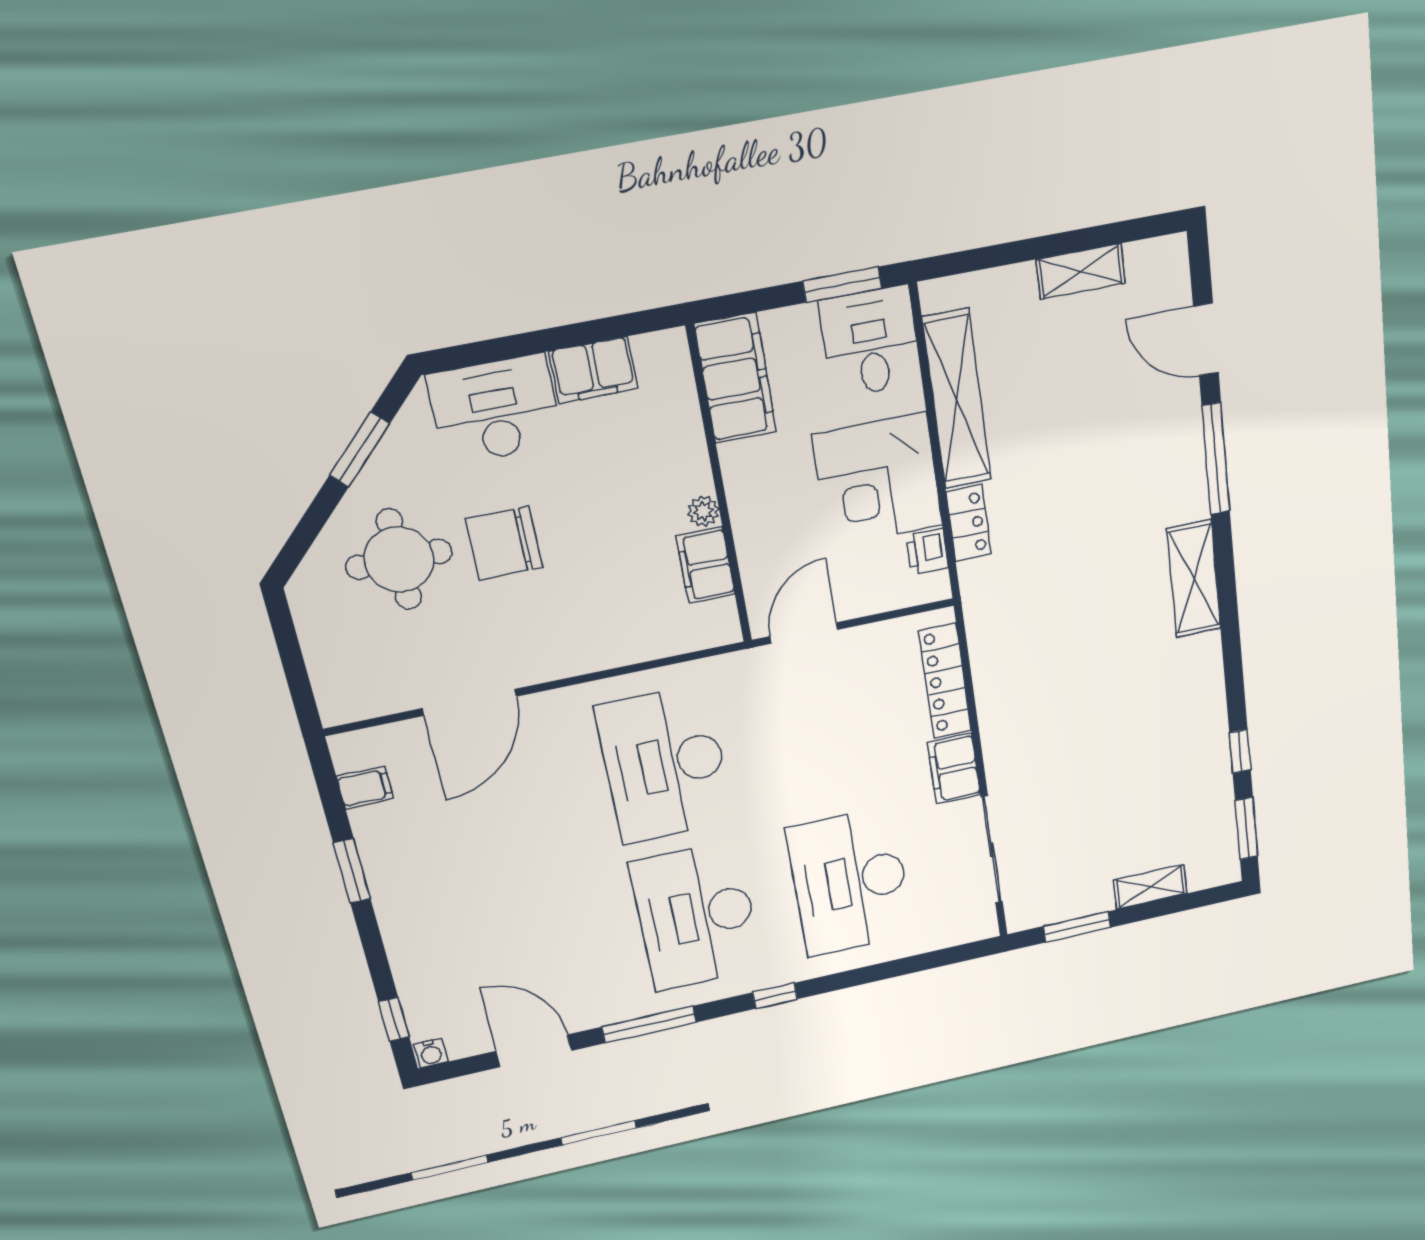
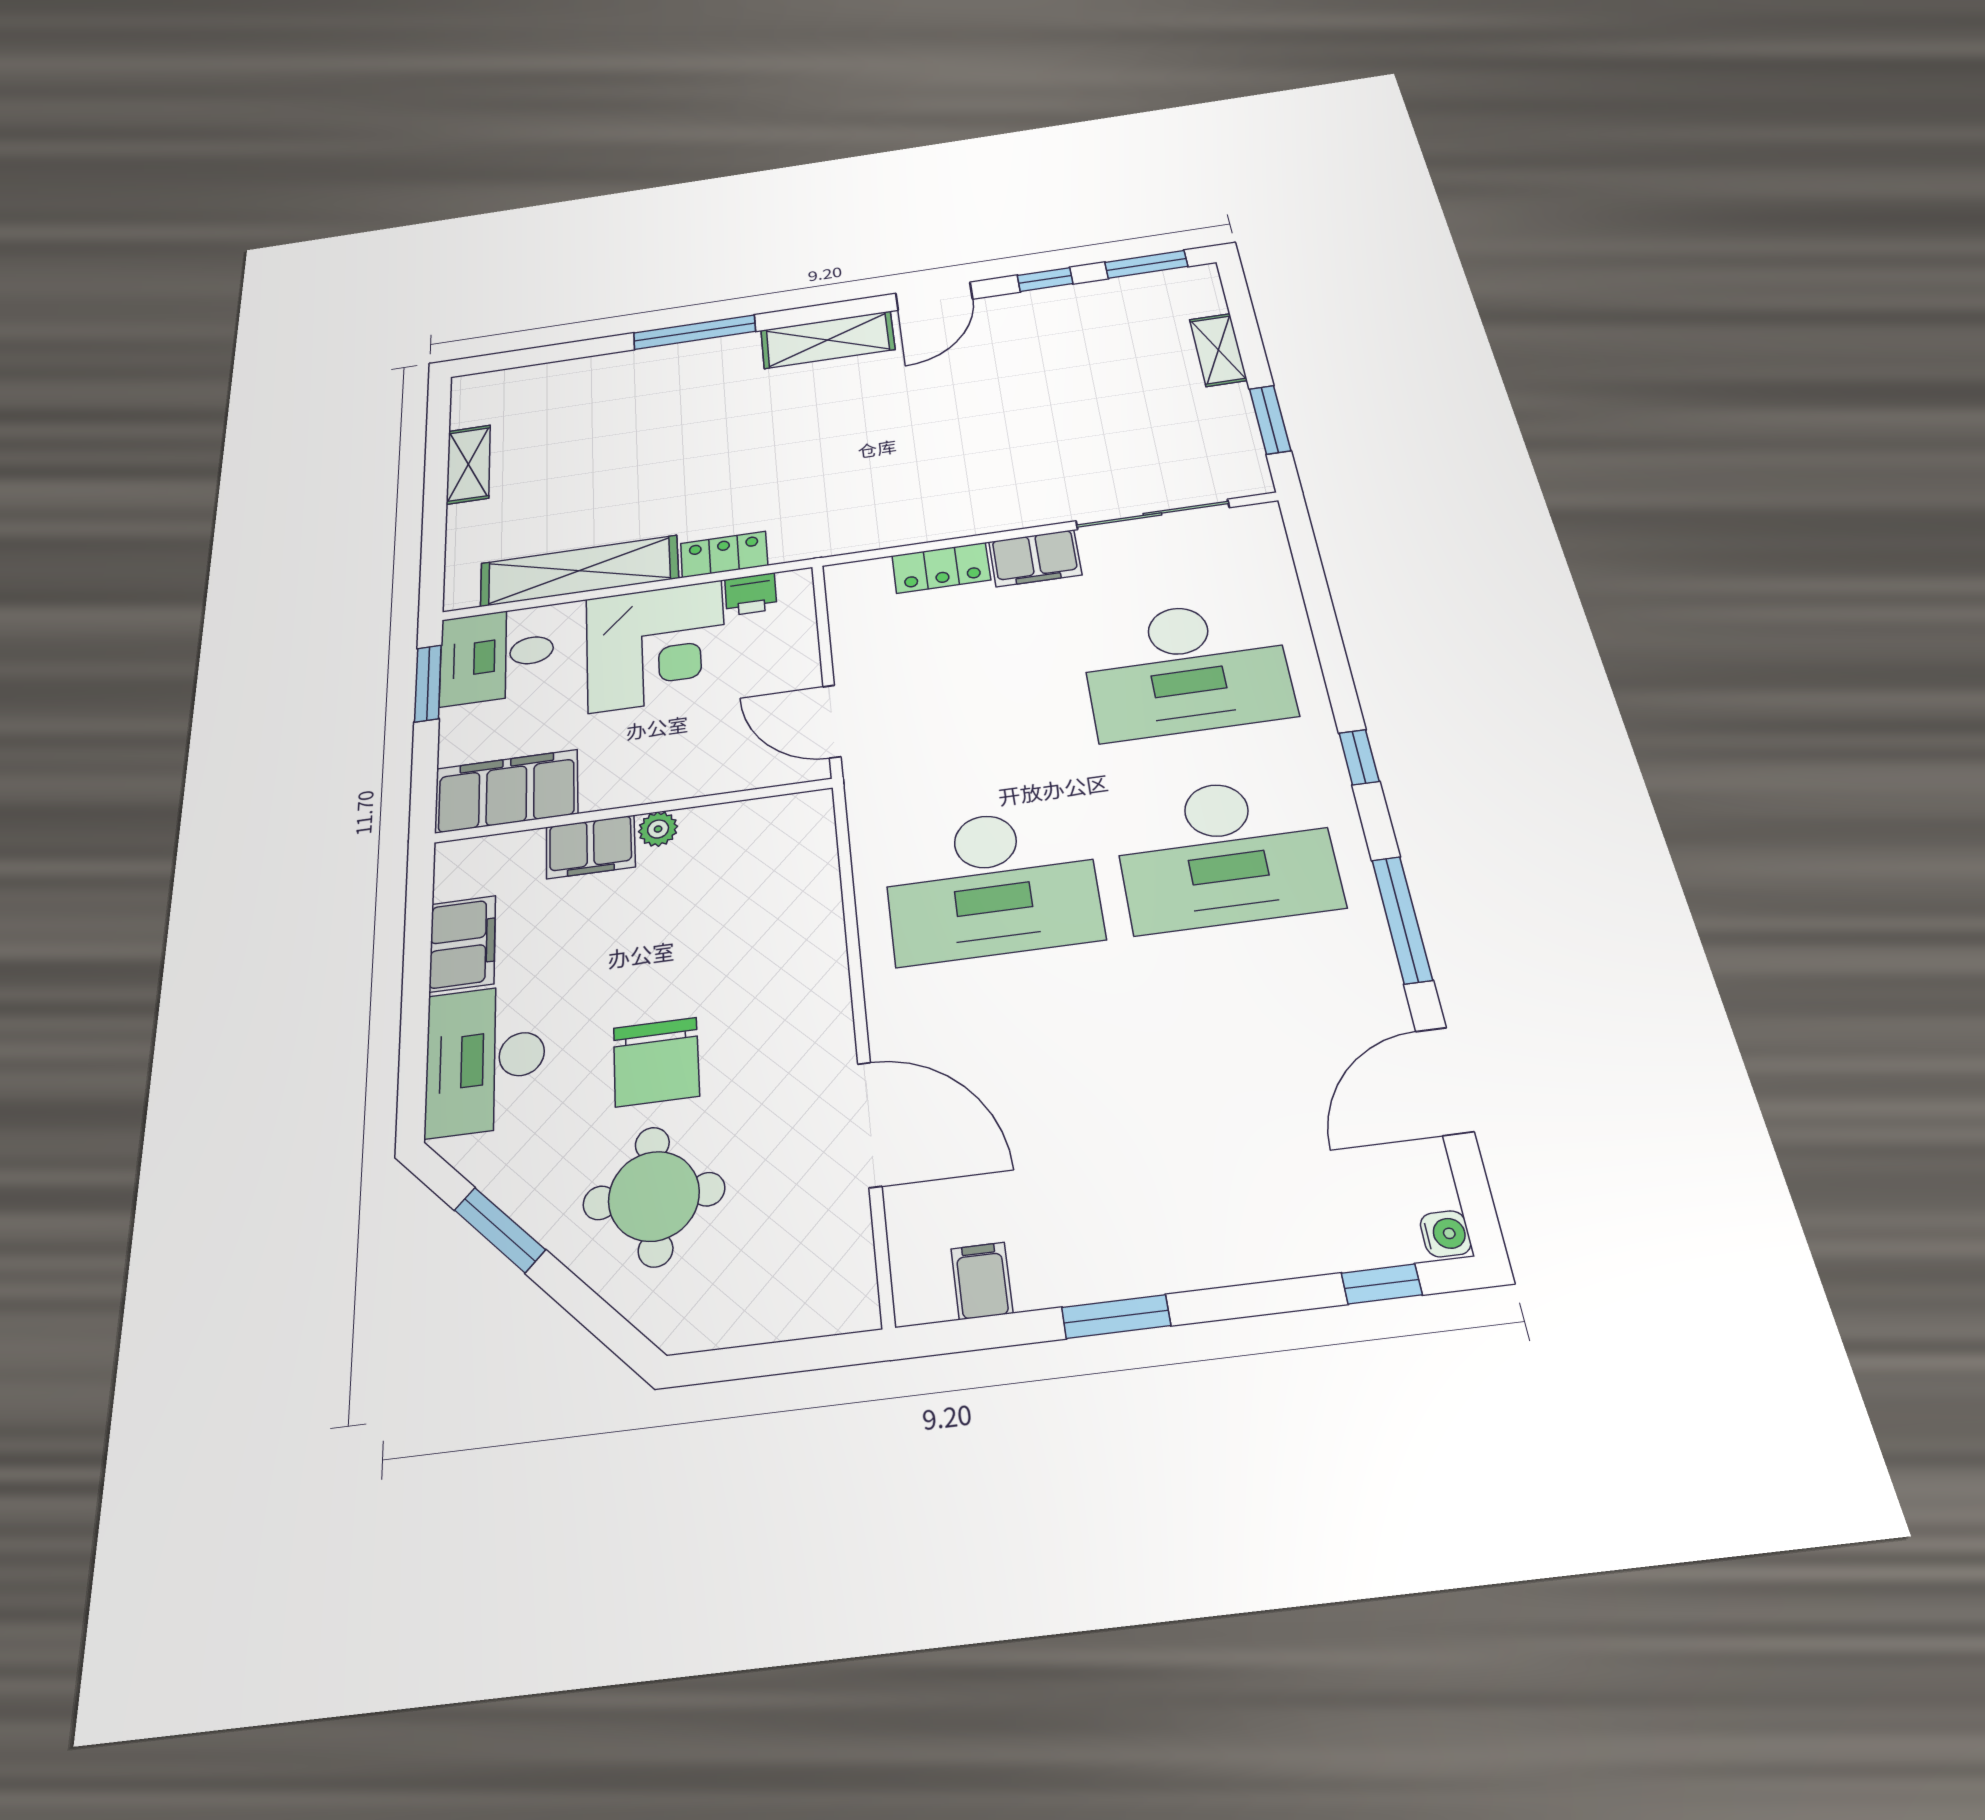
door: (1206, 339) -> (934, 296), moved
filing cabinet: (706, 565) -> (591, 847), moved
locker: (945, 681) -> (941, 568), width x0.66

